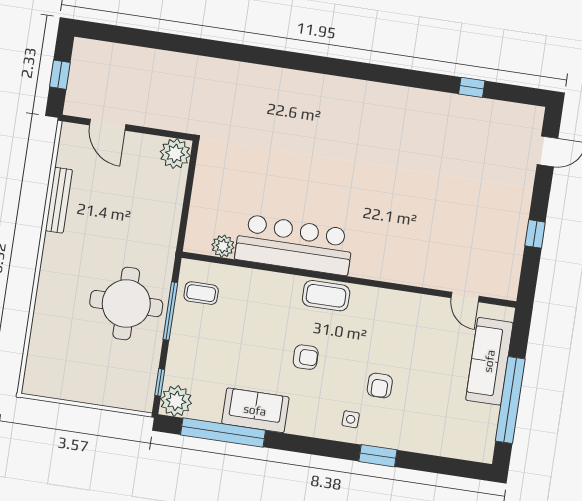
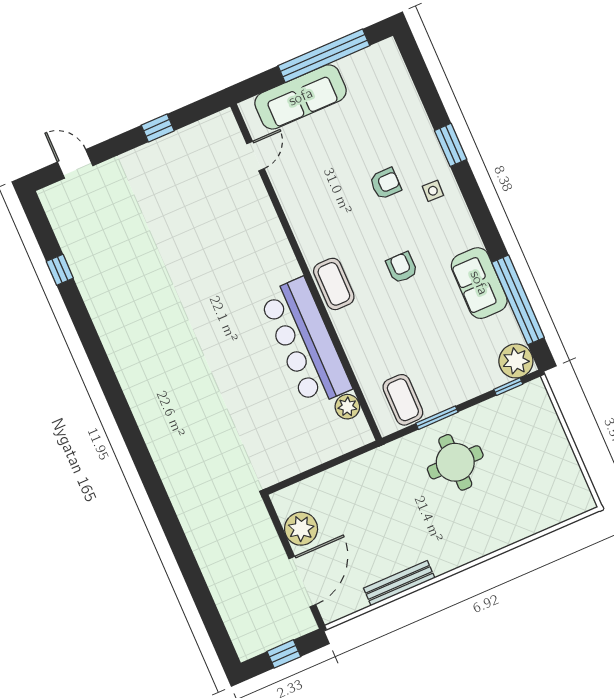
door: (108, 125) -> (302, 582), width x1.36
plant: (175, 154) -> (301, 529), moved
coffee table: (201, 293) -> (403, 400), width x1.36, depth x1.30
round table: (126, 304) -> (455, 462), width x0.73, depth x0.73
window: (170, 311) -> (437, 418), width x0.69

